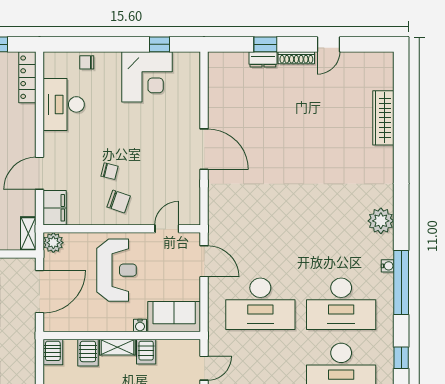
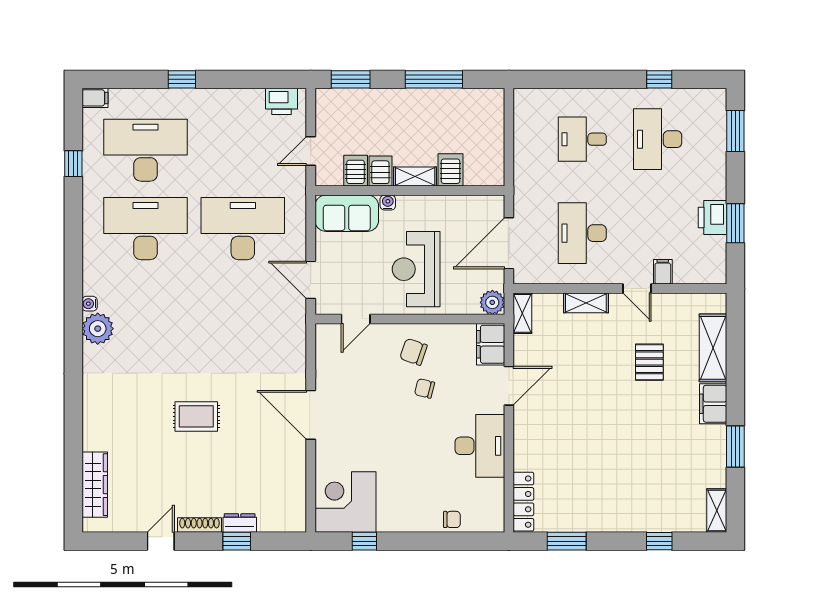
corner desk: (147, 77) -> (345, 502), moved
desk: (64, 104) -> (480, 446), moved
wardrobe: (383, 118) -> (95, 485), moved
rug: (299, 148) -> (196, 416), added
water cooler: (388, 266) -> (90, 304), moved
window: (401, 282) -> (73, 254), removed
server rack: (53, 352) -> (356, 171), moved

